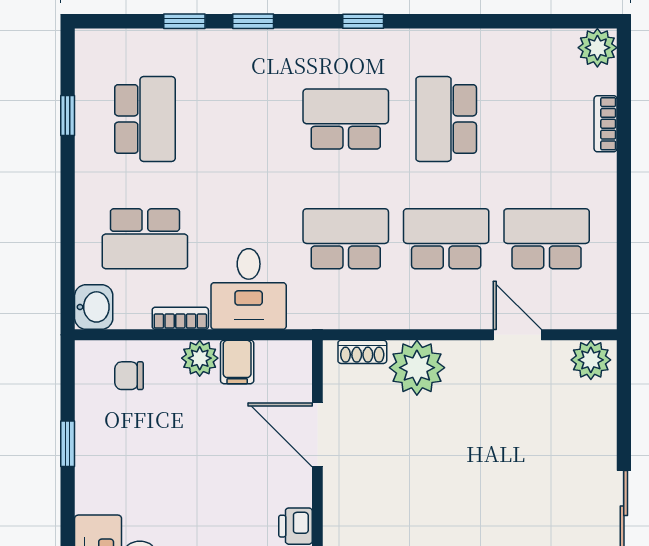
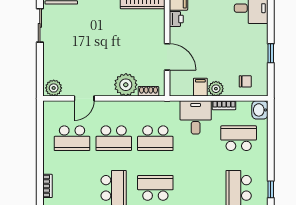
school desk: (346, 119) -> (155, 188), turned 180
door: (517, 335) -> (84, 98), hinge flipped

